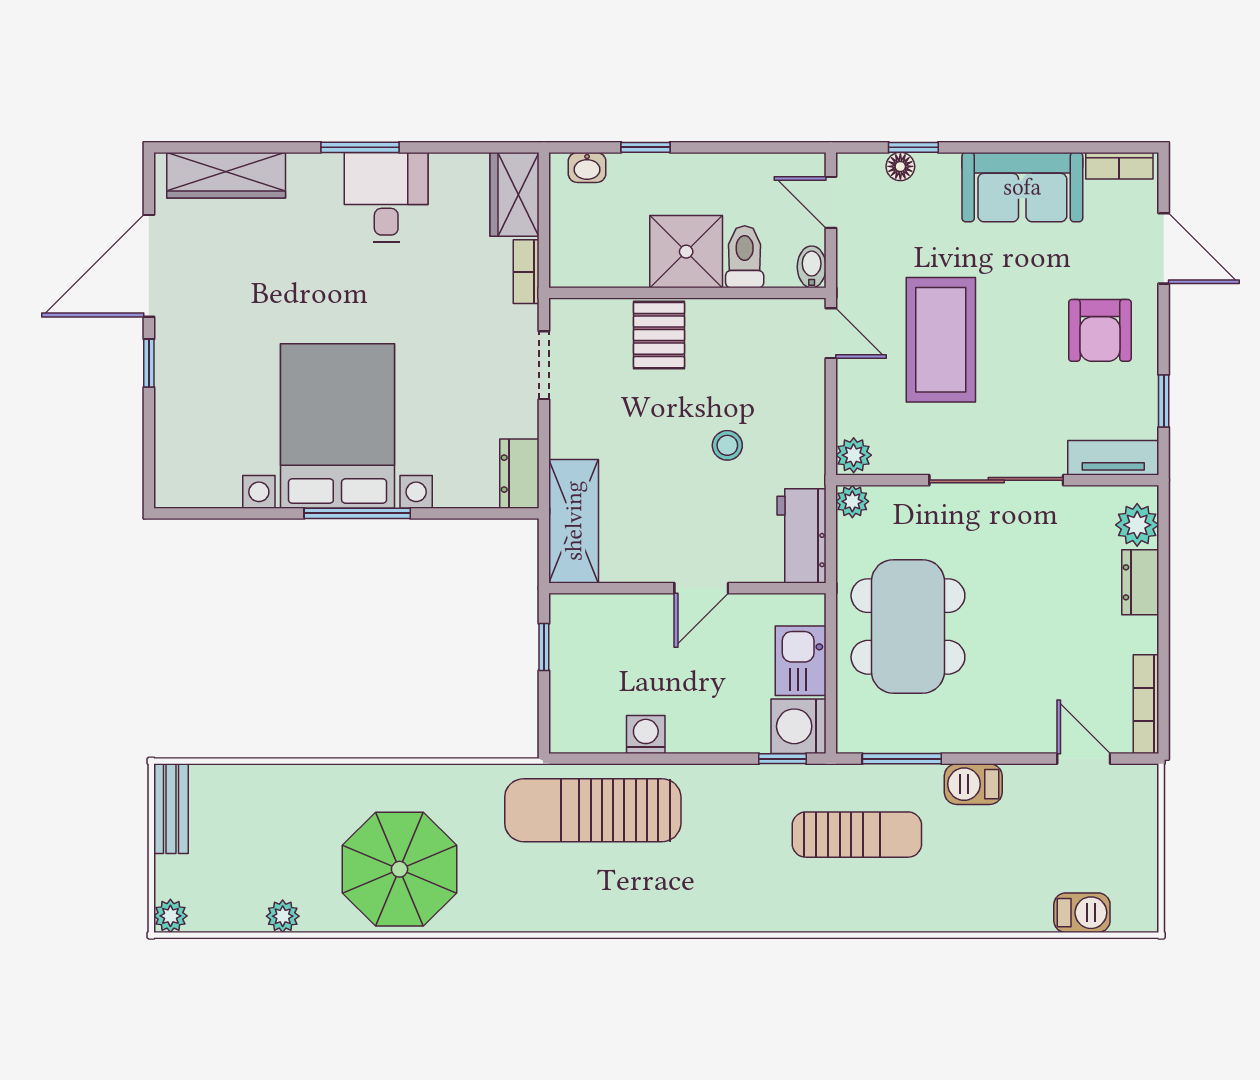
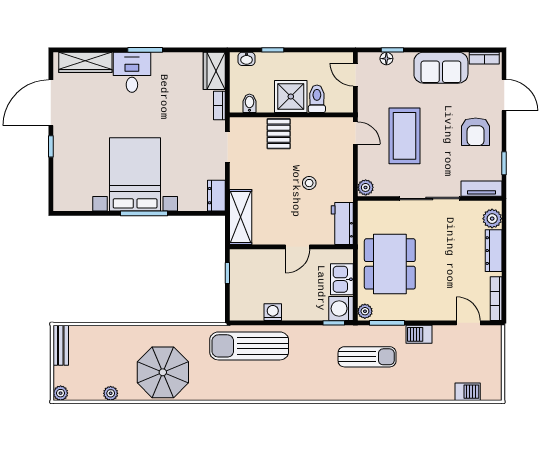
desk: (386, 197) -> (132, 72), moved
bidet: (812, 267) -> (249, 103), moved
plant: (852, 501) -> (365, 311), moved
dresser: (1140, 582) -> (494, 251), width x1.44

